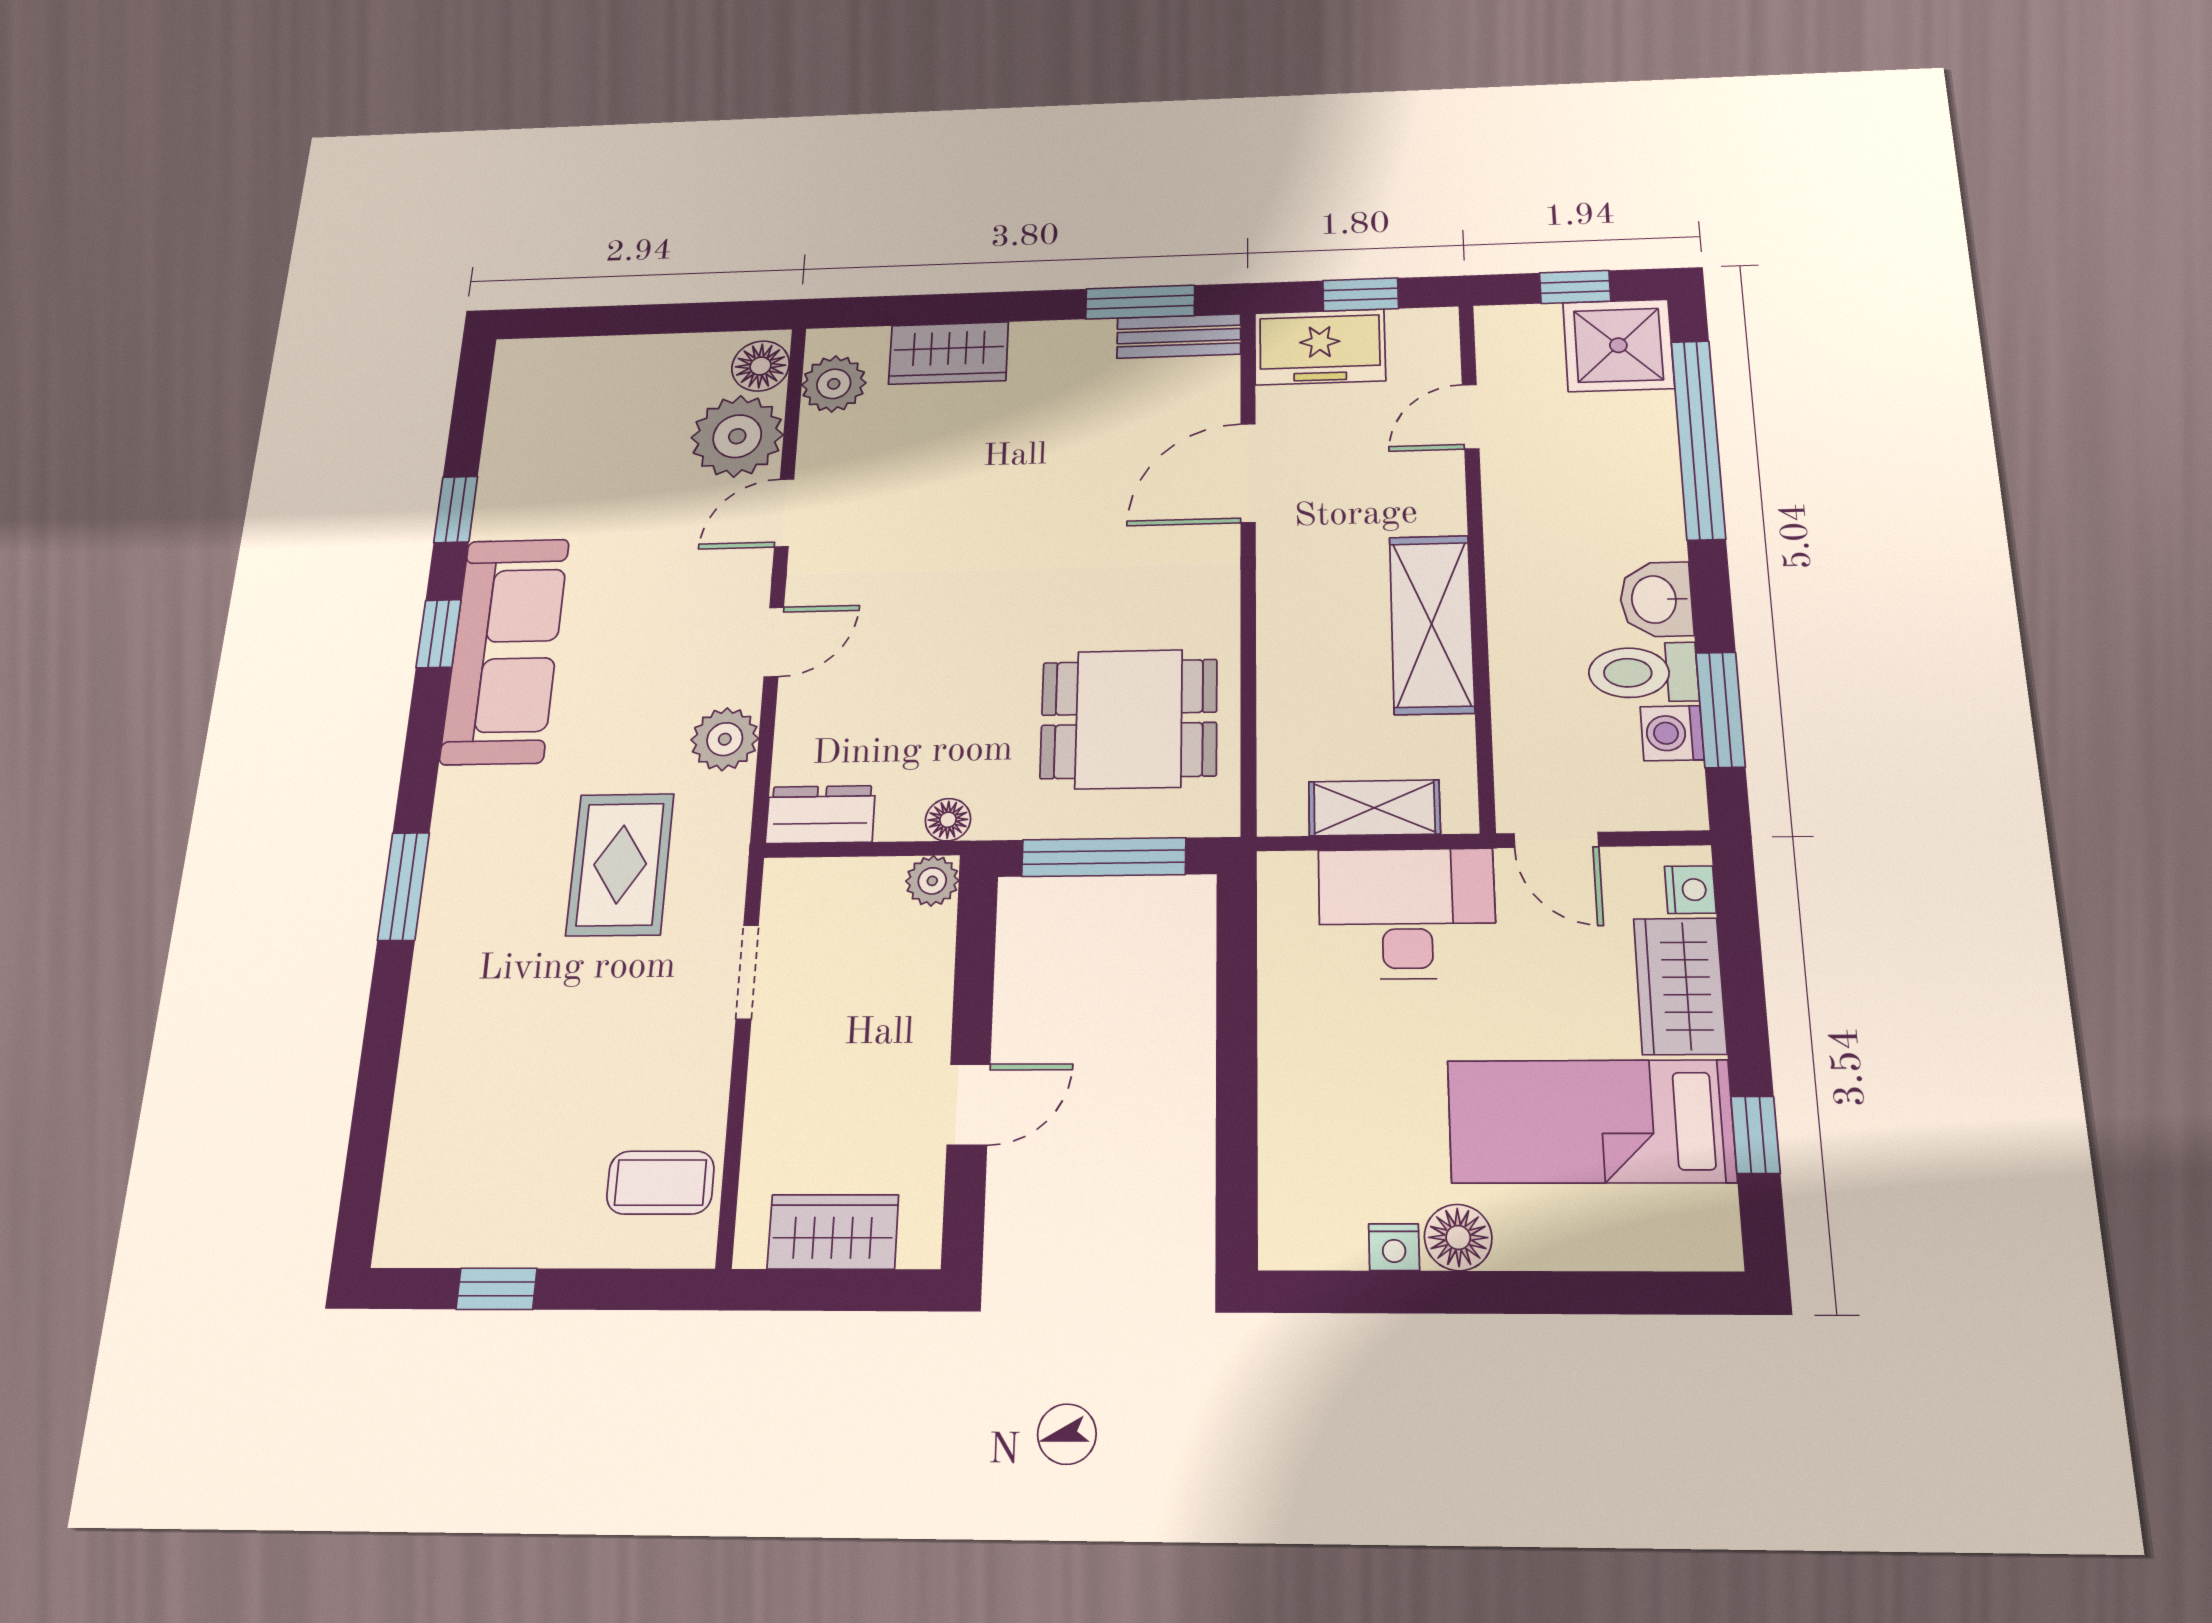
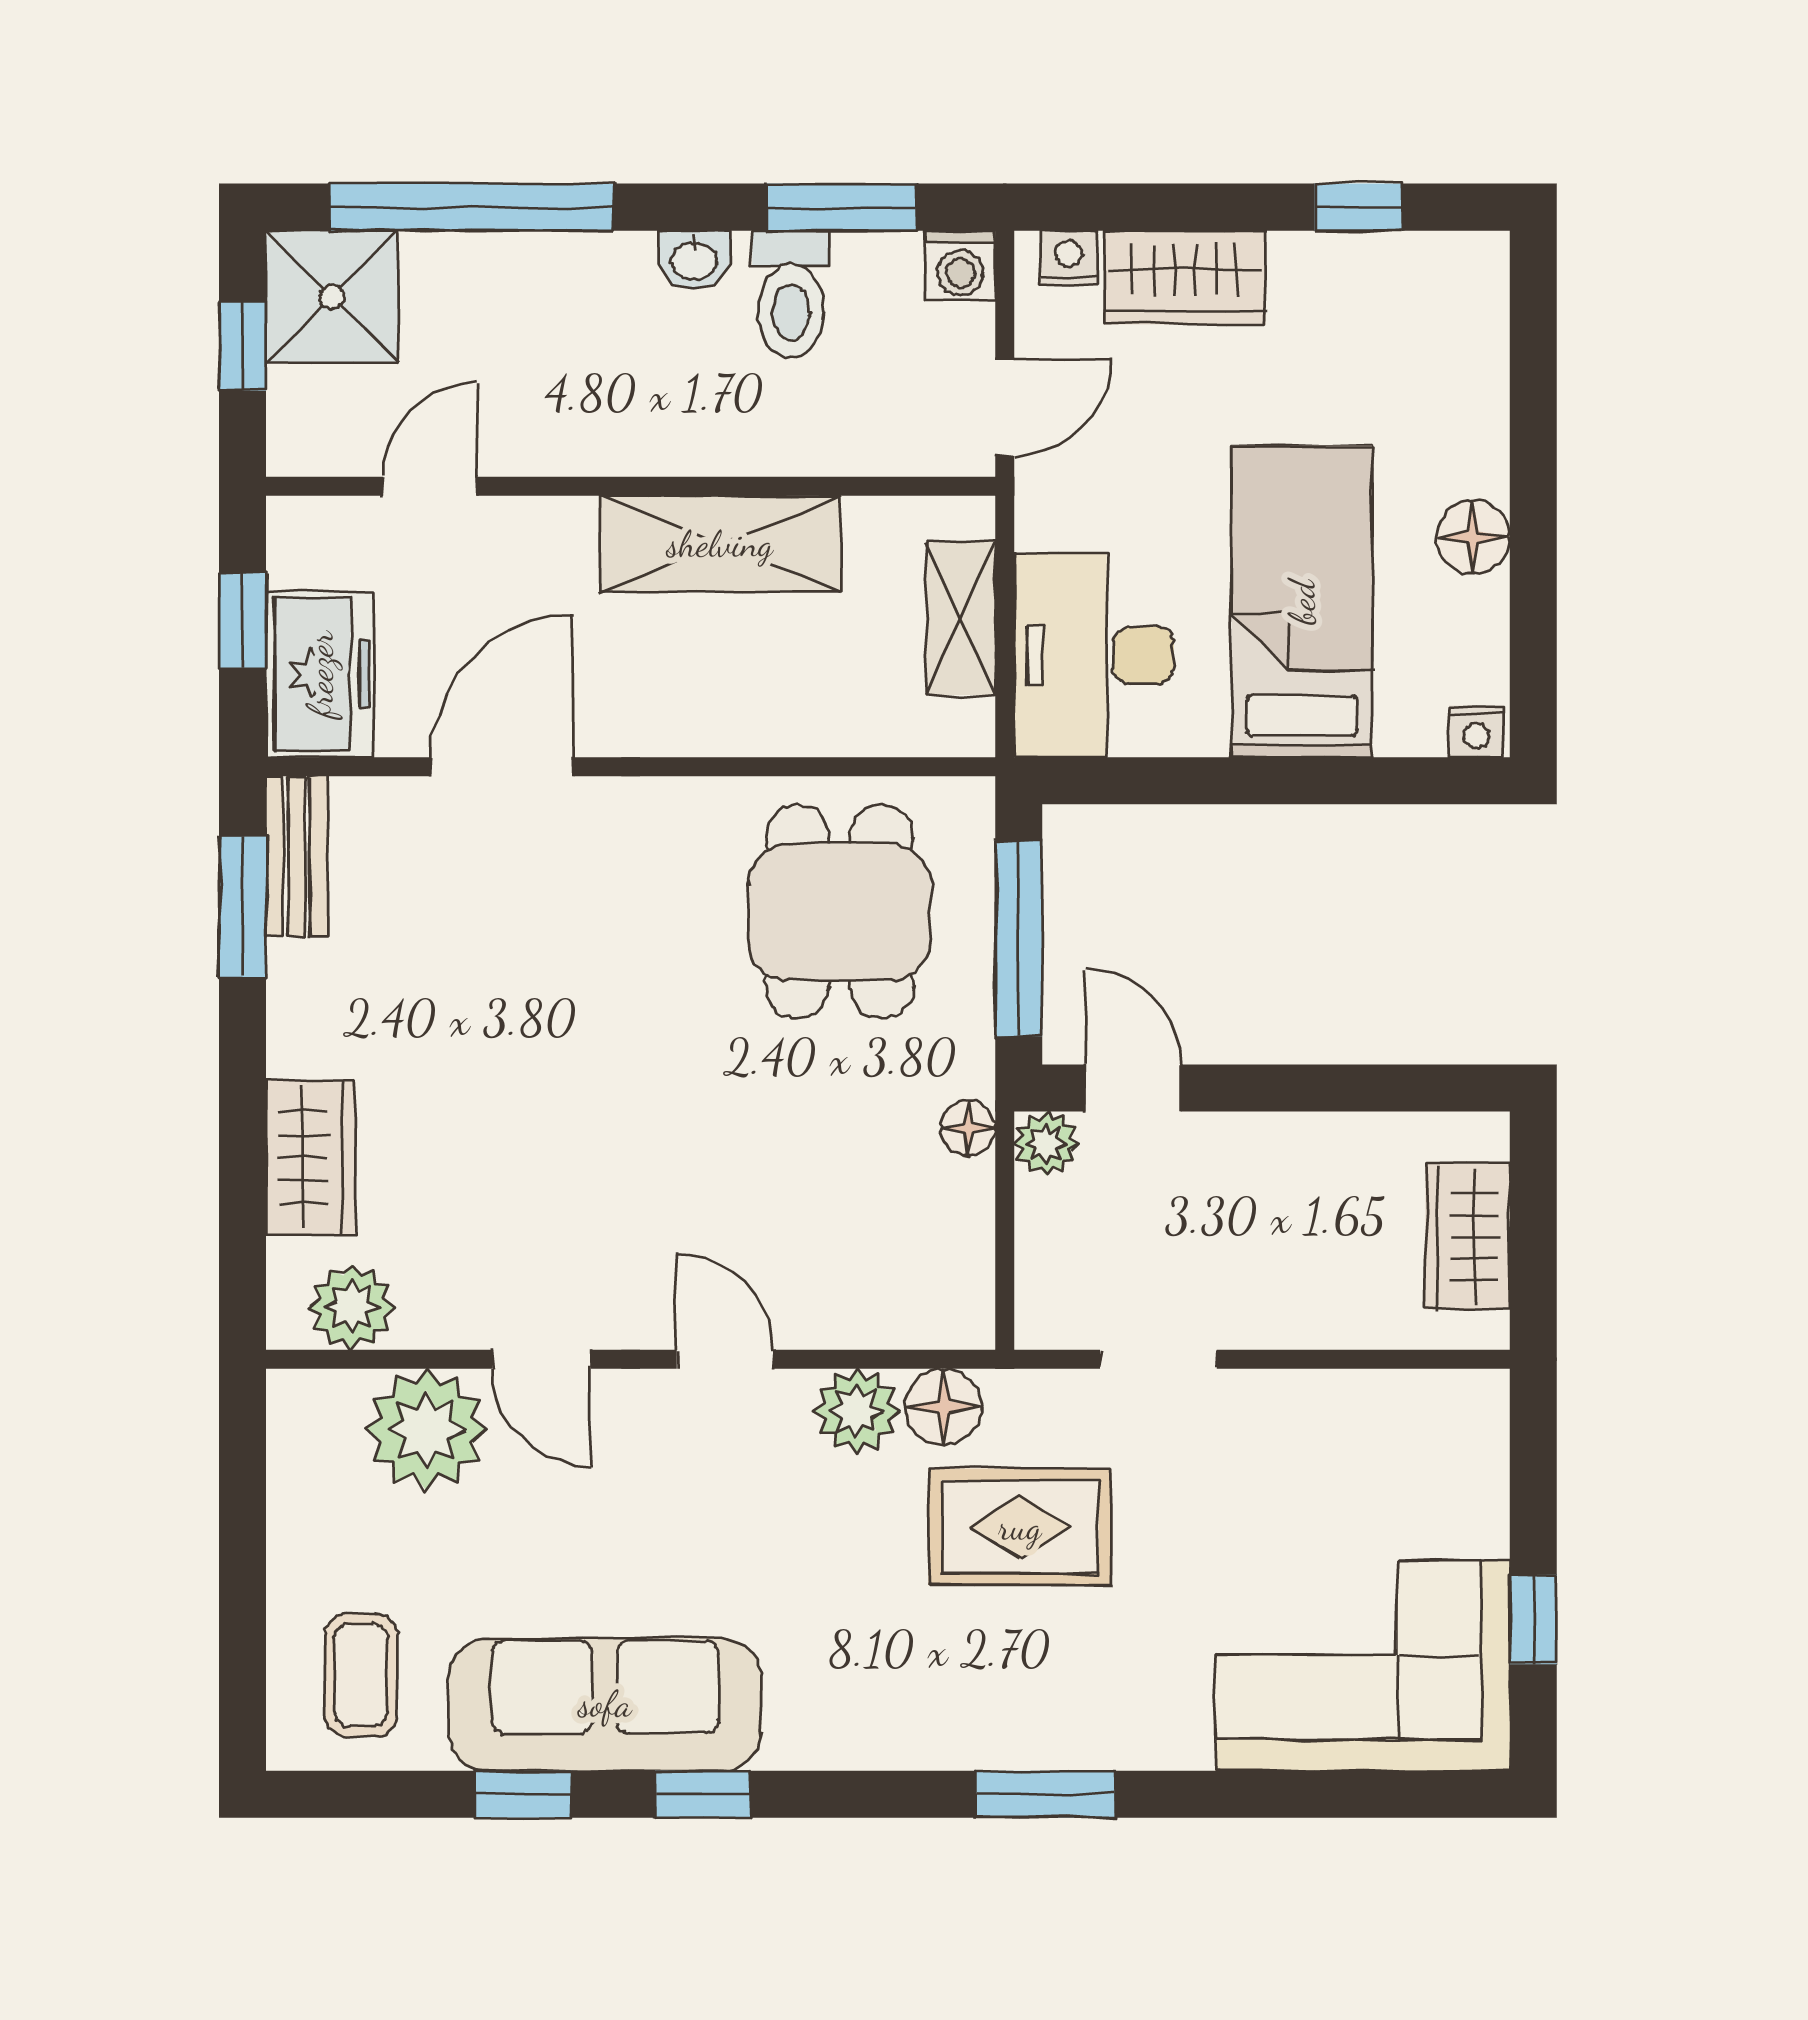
floor lamp: (760, 366) -> (944, 1407), moved
door: (1471, 417) -> (430, 486), swing flipped
door: (1248, 473) -> (502, 767), swing flipped
washbasin: (1656, 599) -> (694, 260), width x0.72, depth x0.69
sofa: (505, 650) -> (605, 1704), moved
washing machine: (1672, 733) -> (960, 266), moved
dresser: (821, 814) -> (959, 1284), removed
desk: (1407, 913) -> (1094, 655), moved
door: (969, 1105) -> (1133, 1088), moved
bed: (1590, 1121) -> (1302, 602), moved, turned 180
corner sofa: (475, 1142) -> (1363, 1666), added
coffee table: (660, 1183) -> (361, 1675), moved
nightstand: (1394, 1247) -> (1477, 732), moved, turned 90

